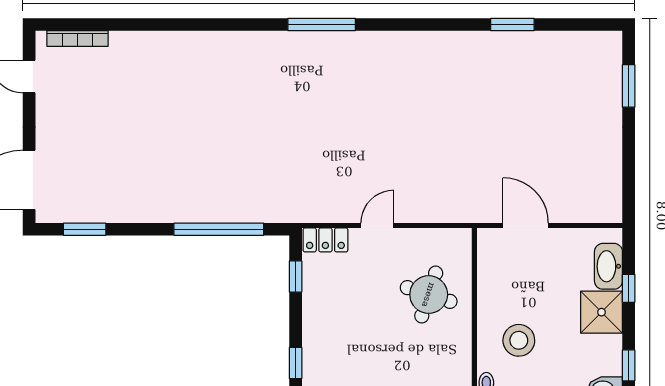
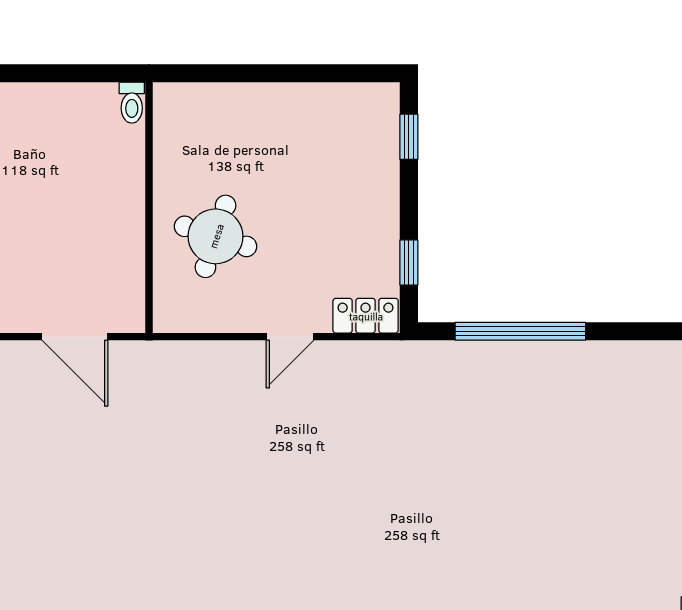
stool: (519, 340) -> (85, 170), removed

